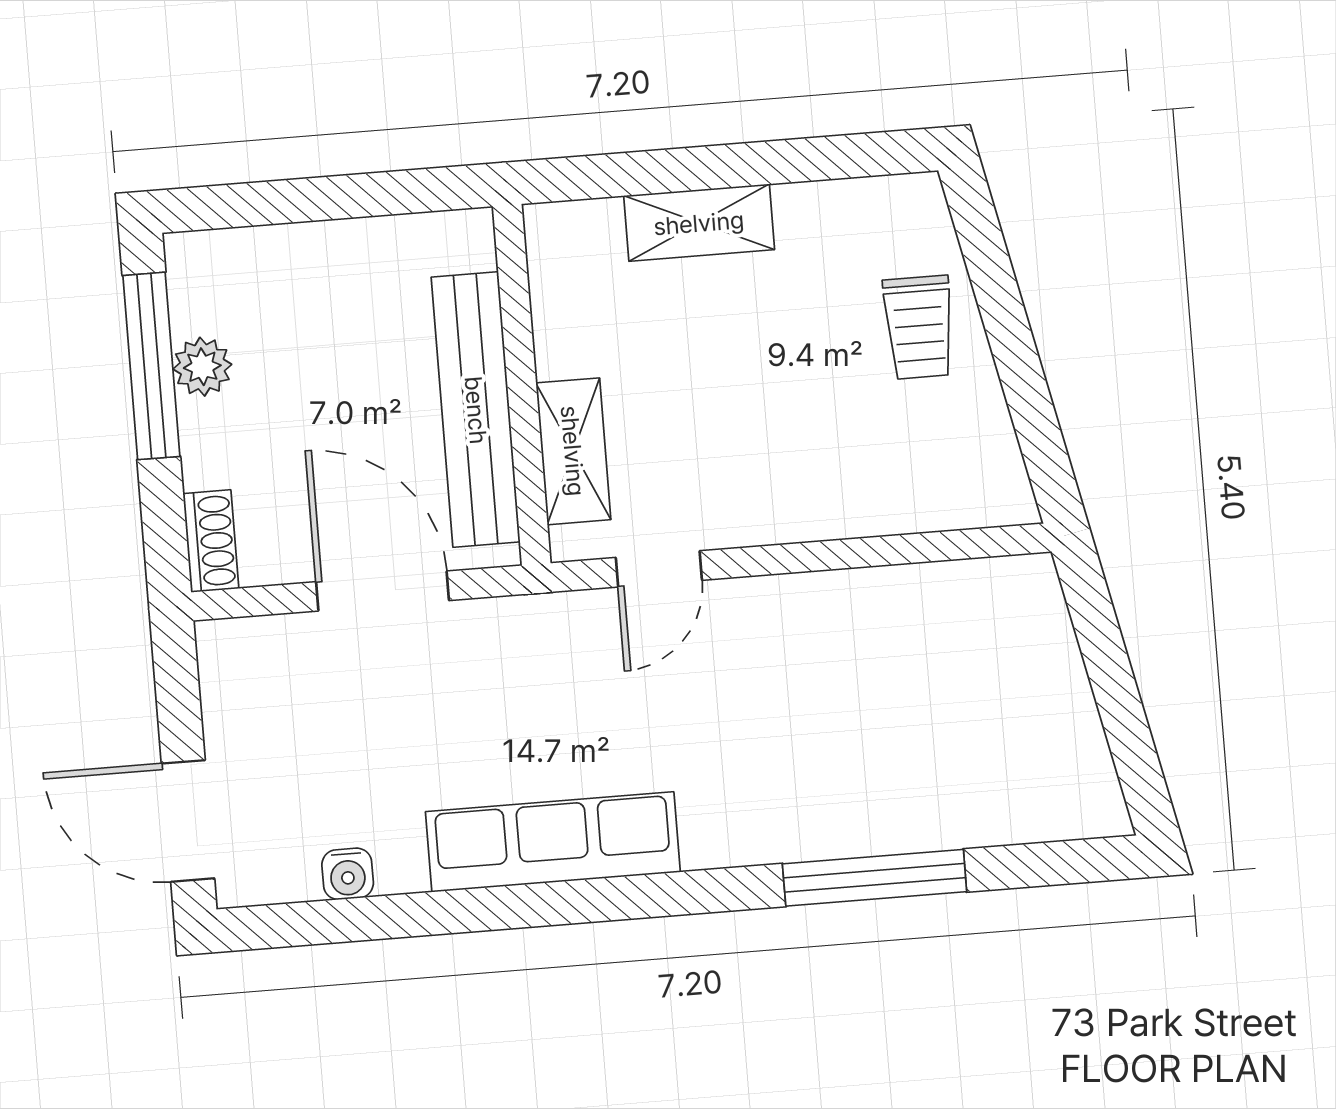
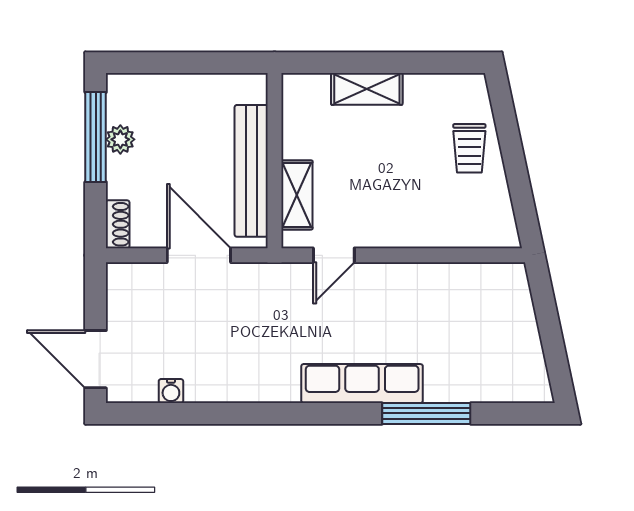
row of seats: (553, 842) -> (362, 384), moved

